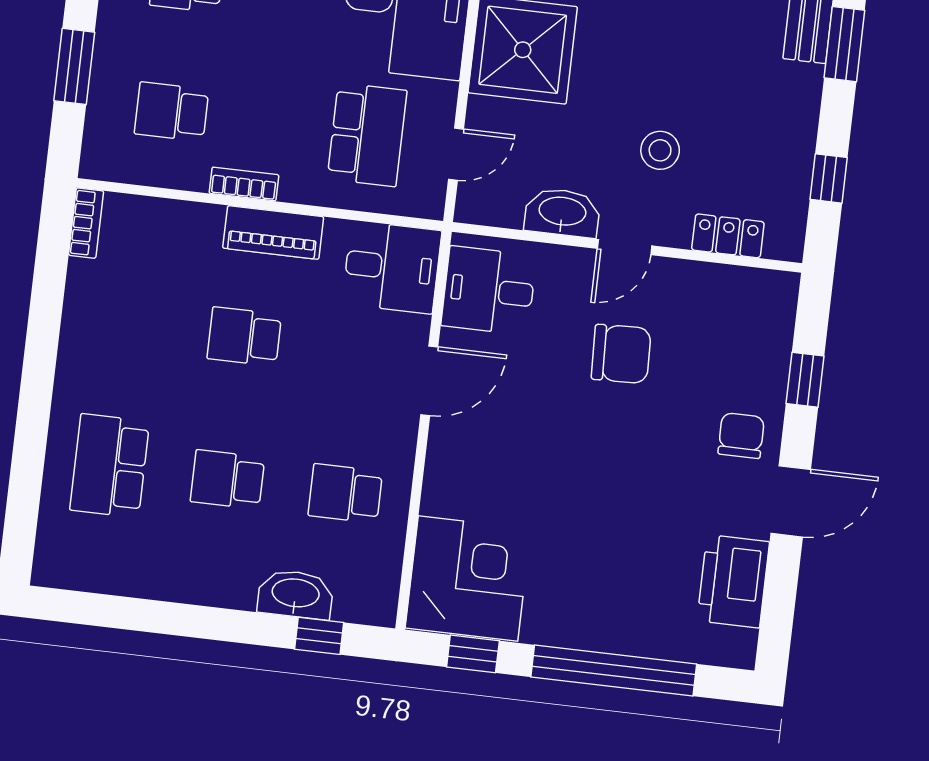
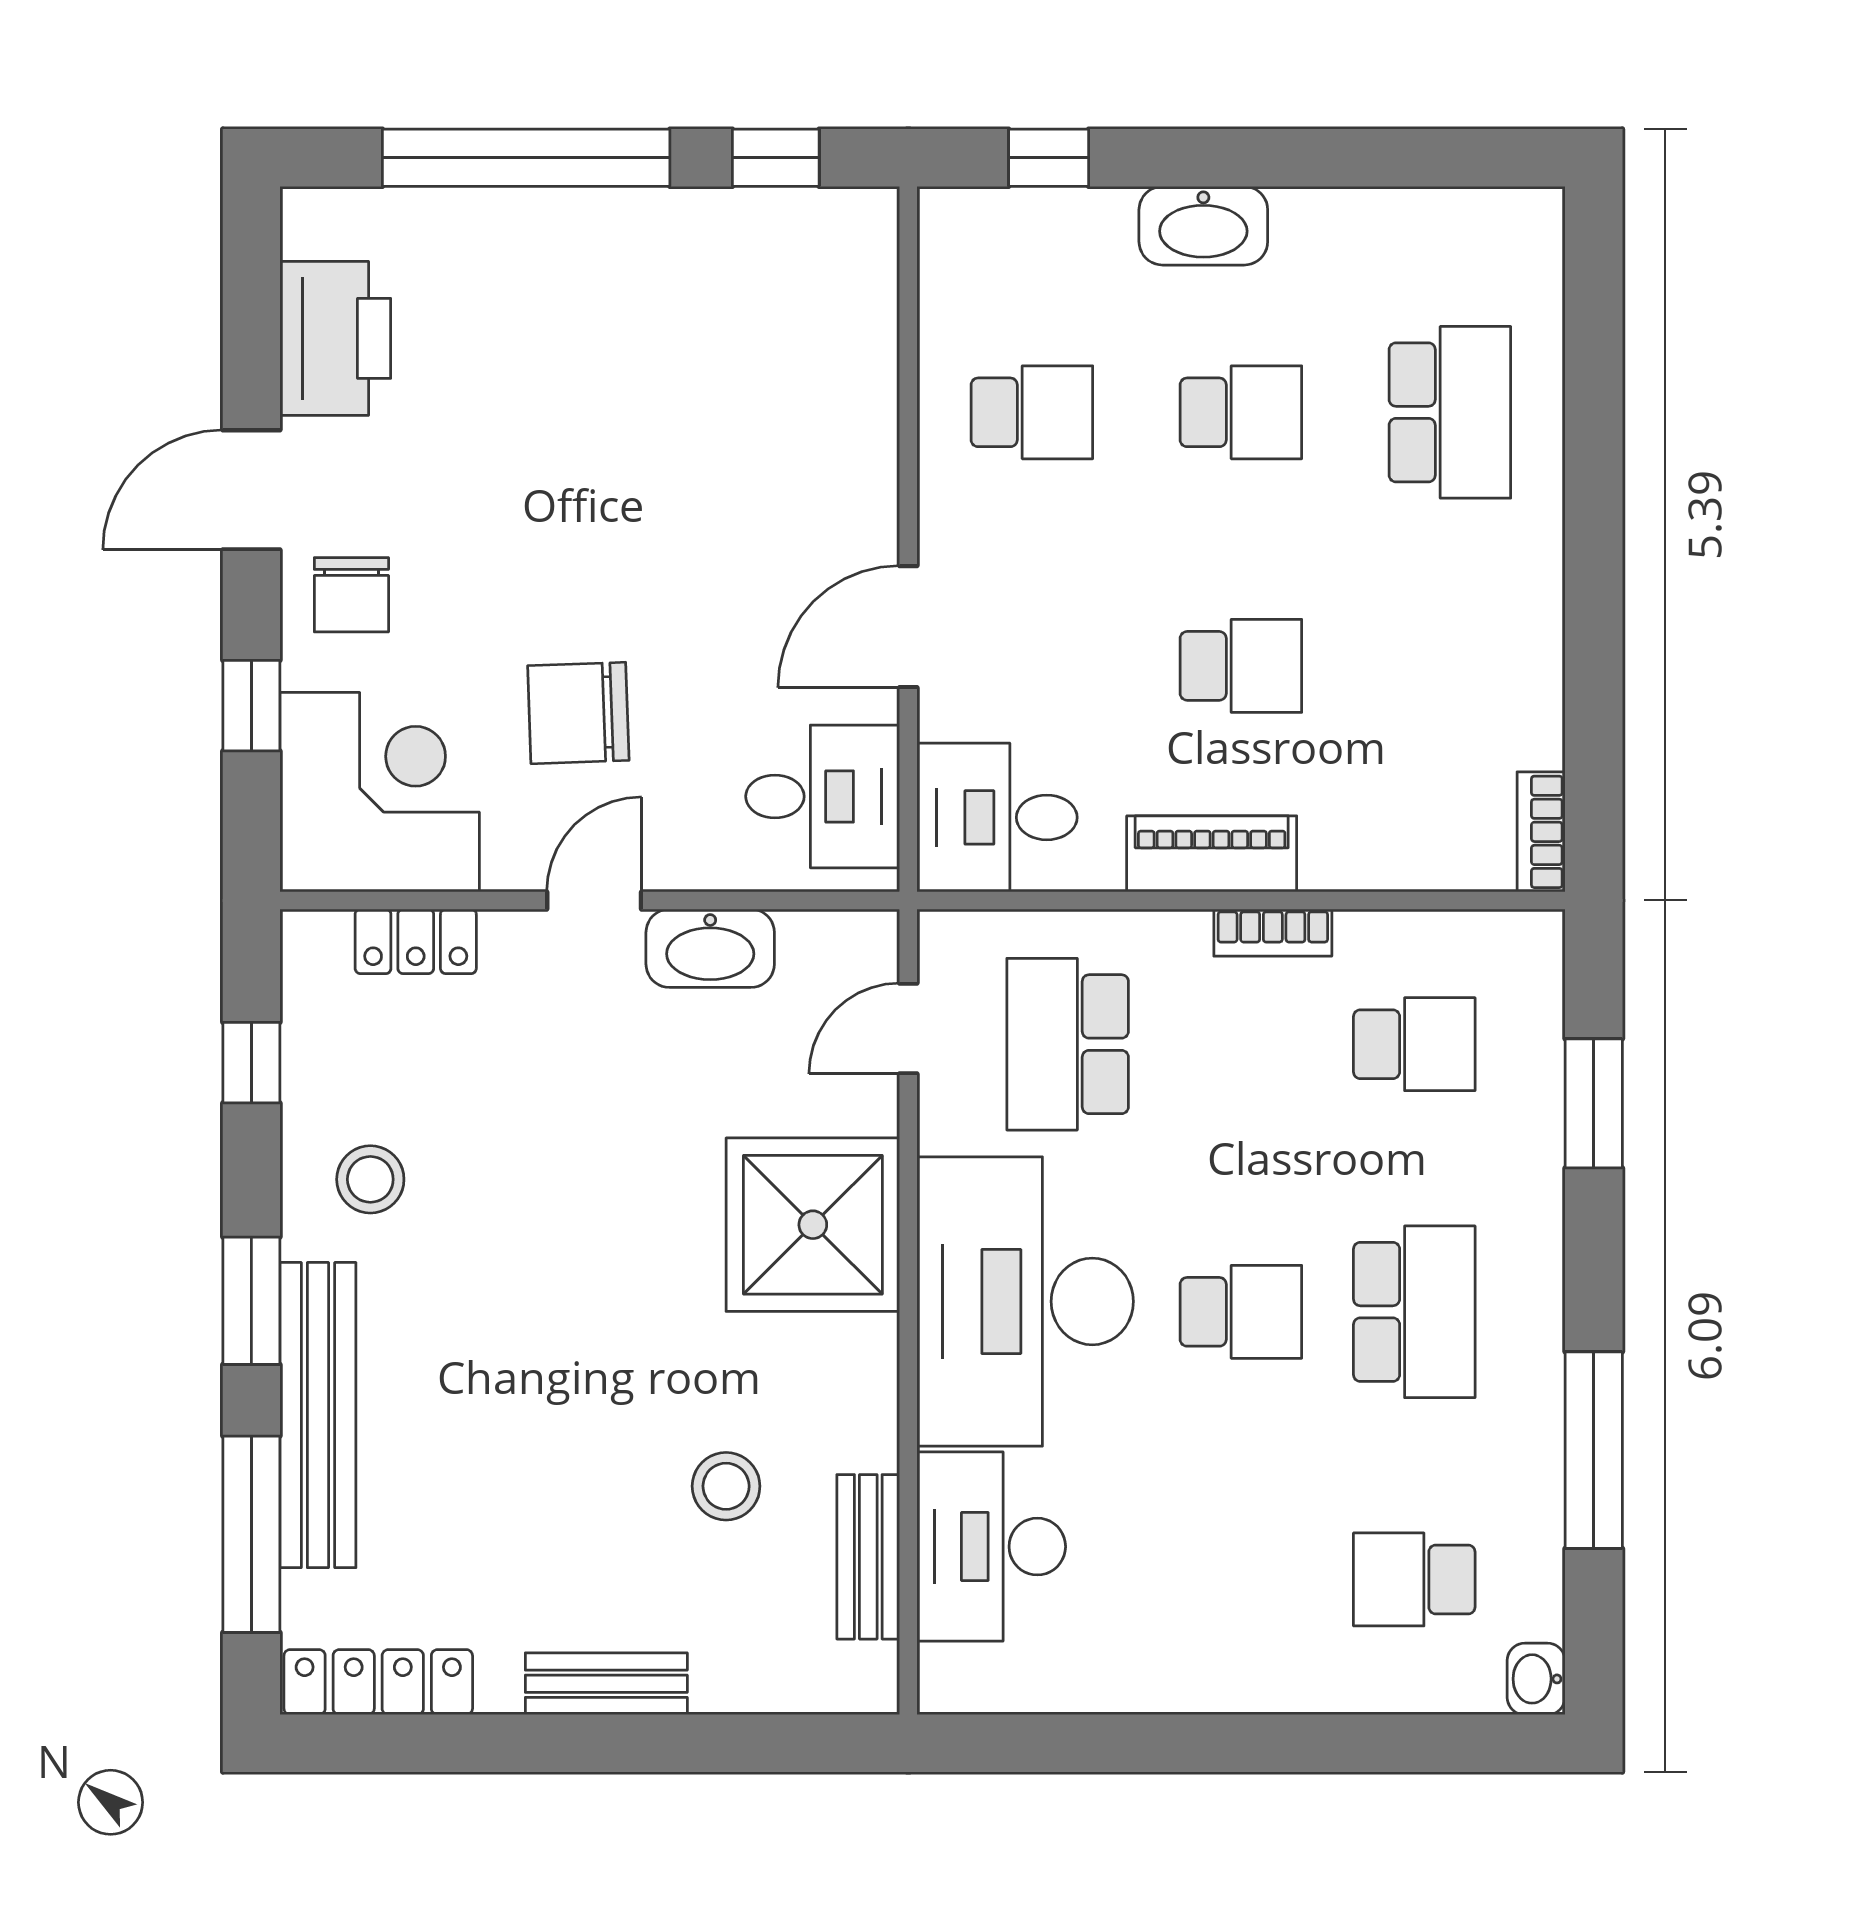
stool: (660, 150) -> (370, 1179), moved
corner desk: (468, 578) -> (380, 792), moved, turned 180
washbasin: (295, 594) -> (1203, 226), moved

